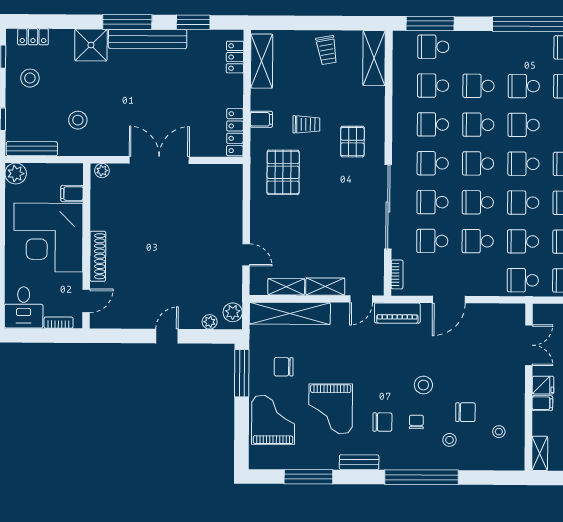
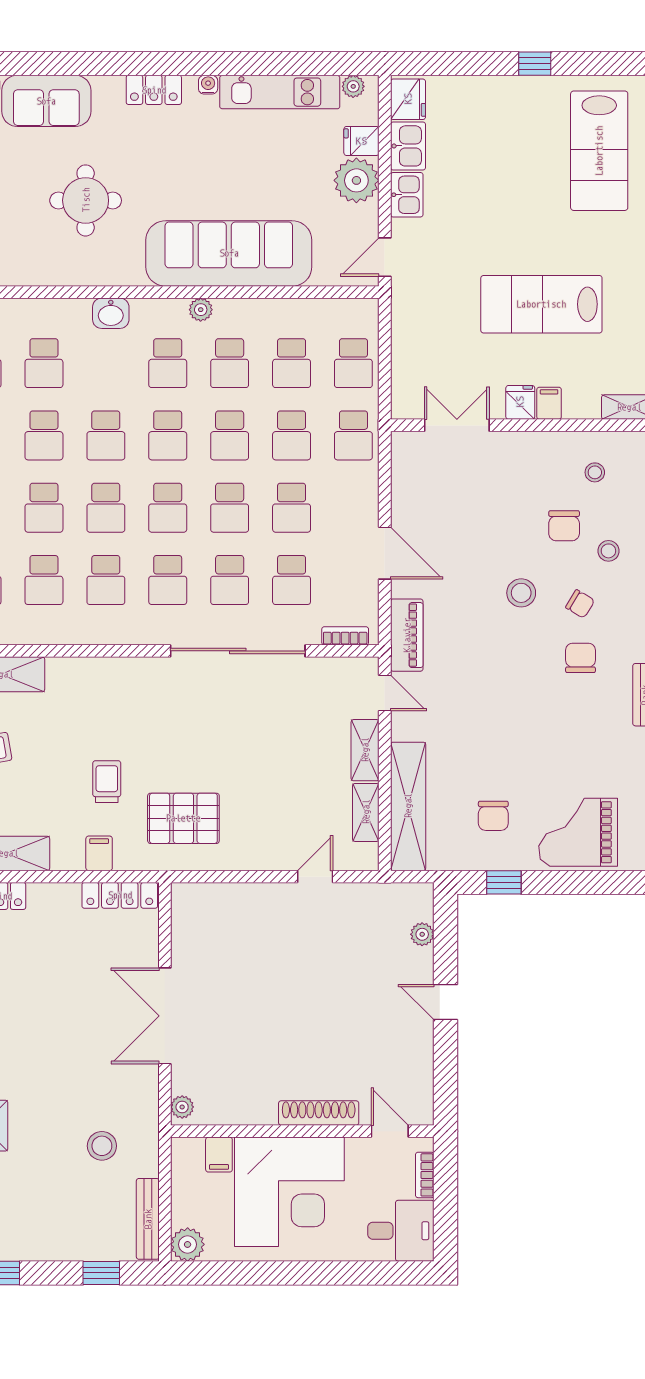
stool: (30, 78) -> (35, 1223), removed
pallet: (352, 142) -> (134, 708), removed
plant: (233, 312) -> (407, 898), removed
window: (242, 373) -> (504, 882), width x0.46
grand piano: (331, 409) -> (560, 741), removed
chair: (465, 412) -> (564, 526), turned 180
chair: (416, 422) -> (580, 604), turned -149

